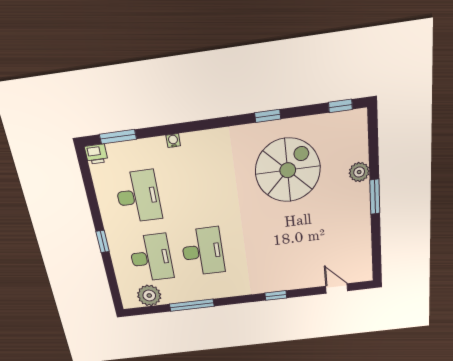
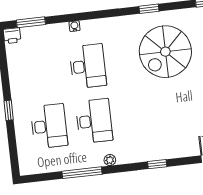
spiral stairs: (288, 170) -> (165, 52), turned 180
desk: (138, 197) -> (88, 66), moved
plant: (149, 295) -> (110, 160), moved, width x0.53, depth x0.53

